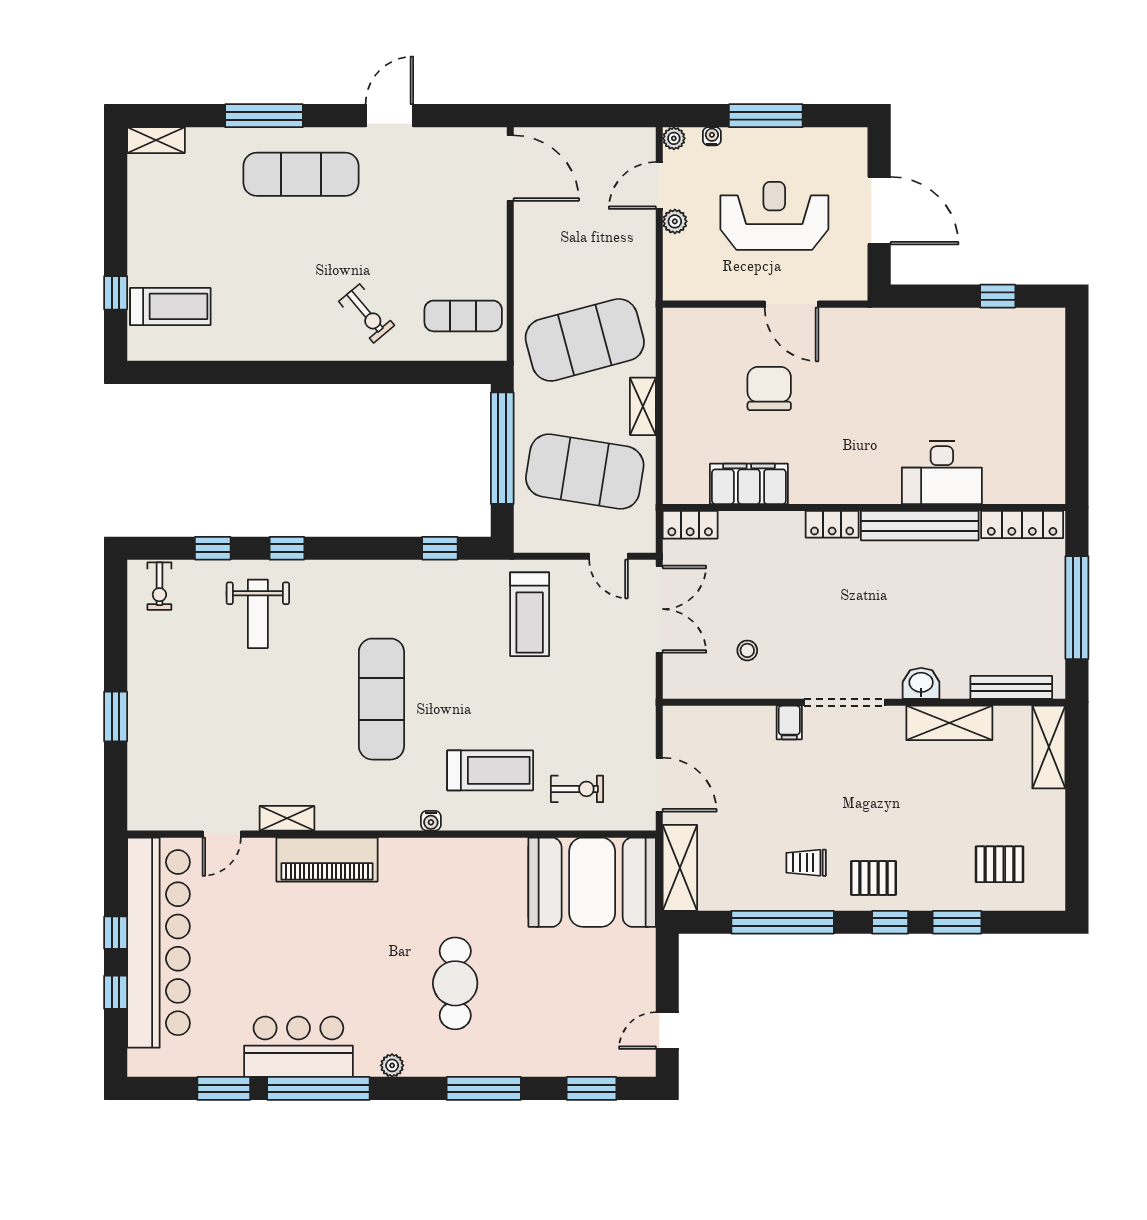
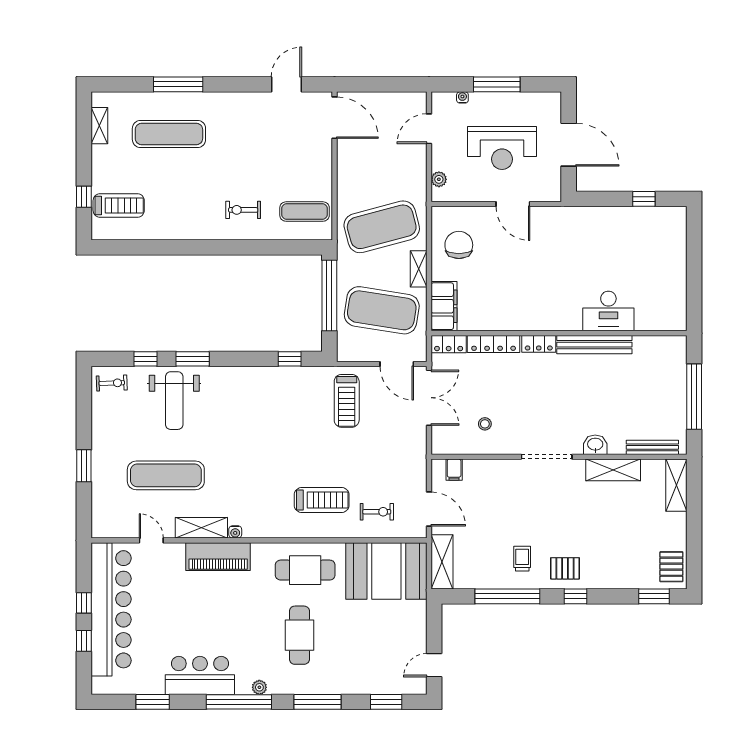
door: (389, 116) -> (286, 84), moved
plant: (674, 138) -> (438, 99), removed
shelving: (156, 140) -> (99, 126), moved, turned 90
exercise mat: (301, 174) -> (169, 134), moved
reception desk: (774, 216) -> (502, 148), turned 180
plant: (675, 221) -> (439, 179), moved
exercise bike: (367, 313) -> (243, 210), turned 130
chair: (769, 388) -> (459, 245), moved
filing cabinet: (749, 484) -> (444, 306), moved, turned 90
locker: (1022, 525) -> (494, 344), moved
window: (287, 548) -> (193, 359), width x1.50
door: (608, 556) -> (397, 364), width x1.38
exercise bike: (159, 586) -> (112, 383), turned -92
weight bench: (258, 614) -> (174, 401), width x1.36, depth x1.33
exercise mat: (381, 699) -> (166, 475), moved, turned 90
filing cabinet: (789, 723) -> (454, 470), moved
shelving: (287, 818) -> (201, 528), width x1.50, depth x1.33
water cooler: (431, 821) -> (235, 532), moved
door: (222, 834) -> (151, 540), swing flipped
trolley: (806, 863) -> (522, 559), turned 90
pallet: (999, 864) -> (671, 567), moved, turned 90
cafe table: (464, 881) -> (305, 570), added
window: (957, 922) -> (654, 596), moved
window: (318, 1088) -> (239, 702), moved

